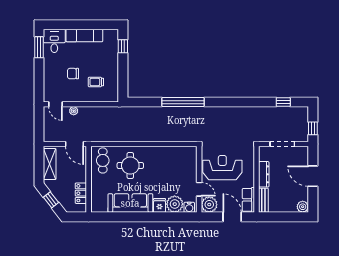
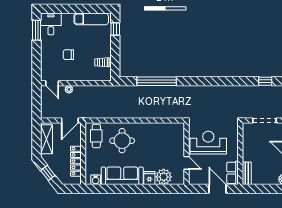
exam couch: (84, 36) -> (91, 19), moved
trolley: (96, 82) -> (102, 62), moved
window: (183, 102) -> (157, 81), moved
door: (74, 144) -> (70, 121), hinge flipped
dresser: (264, 174) -> (247, 149), removed
locker: (81, 193) -> (76, 161), width x1.53
plant: (209, 205) -> (196, 177), removed
water cooler: (189, 207) -> (96, 180), moved

